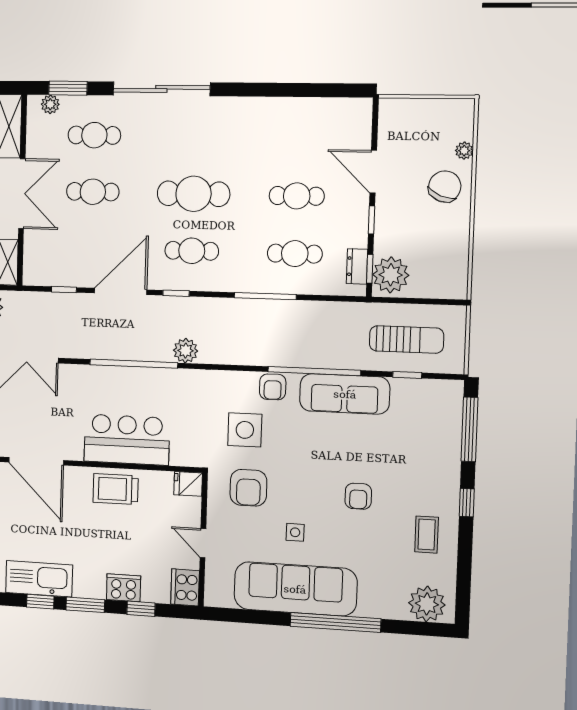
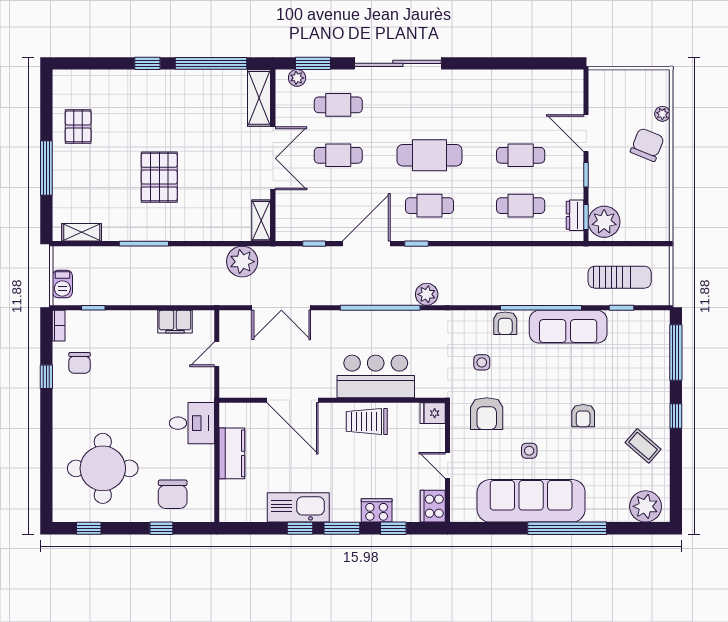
window: (265, 296) -> (496, 244), removed
side table: (245, 430) -> (482, 362), width x0.54, depth x0.54
coffee table: (427, 535) -> (643, 446), turned -49

